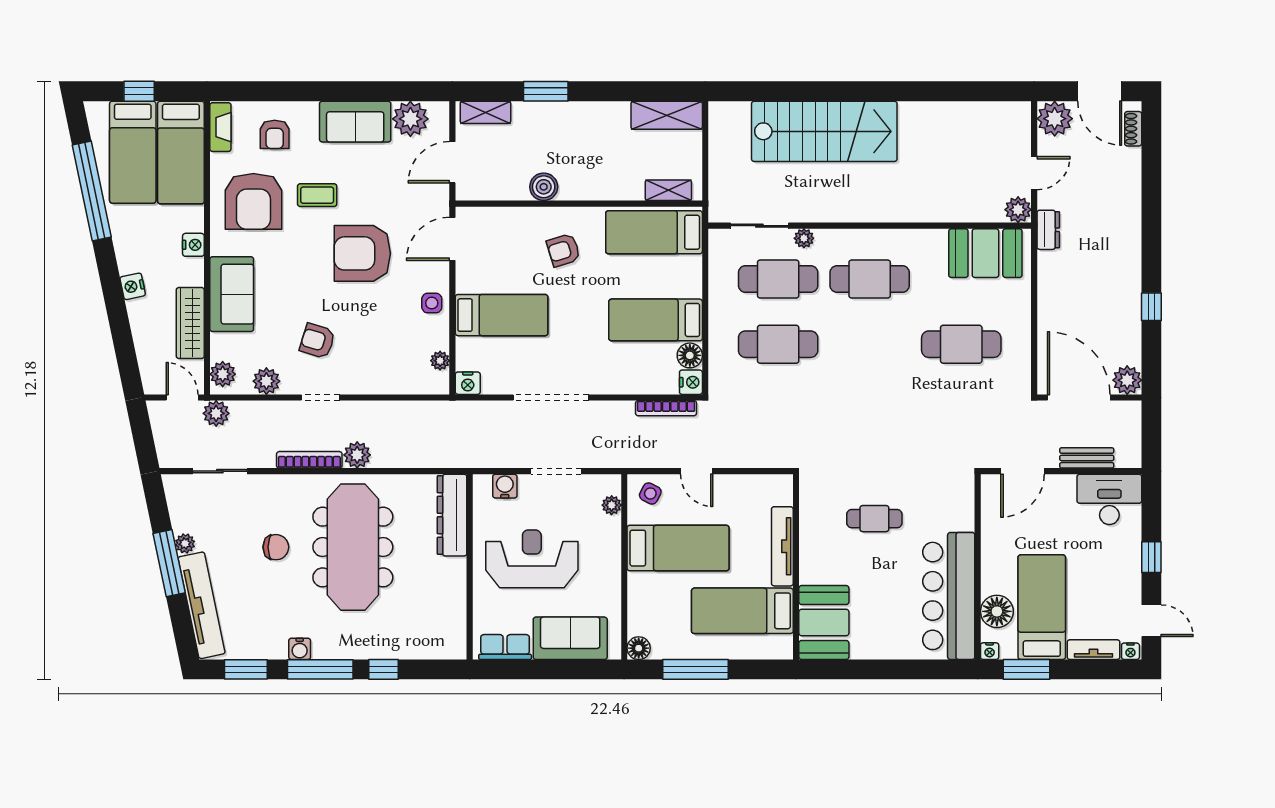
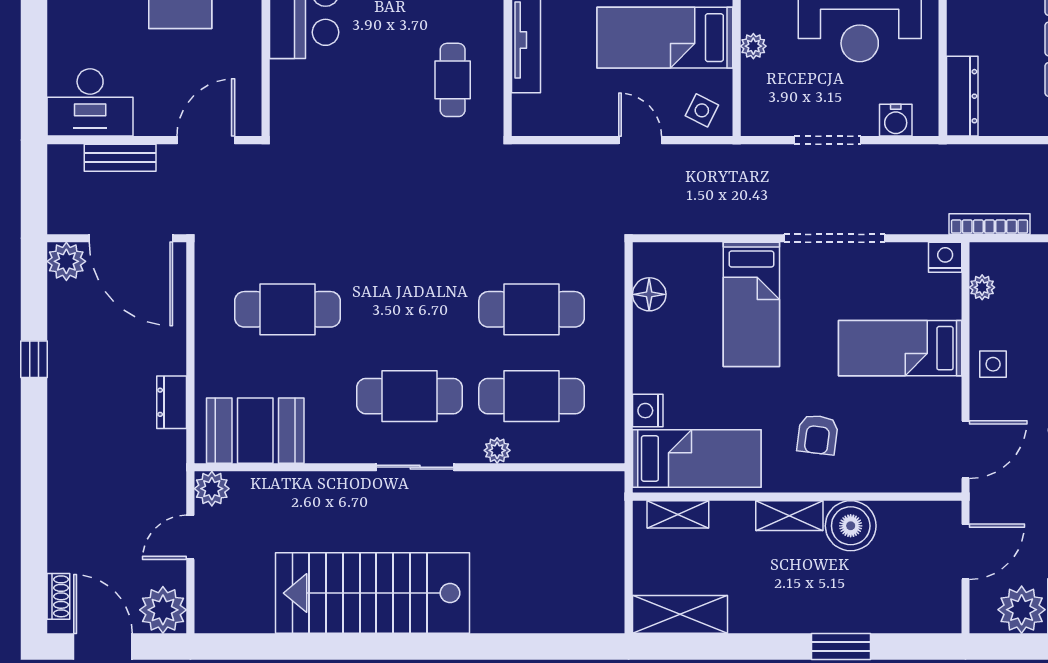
shelving: (485, 112) -> (789, 516), moved
stairs: (824, 131) -> (373, 593), moved
boiler: (544, 187) -> (851, 526), width x1.37, depth x1.37
sliding door: (759, 226) -> (415, 467), moved
dresser: (1048, 230) -> (172, 402), moved
armchair: (563, 250) -> (818, 435), turned 114
bed: (656, 320) -> (751, 304), moved, turned 90
nightstand: (691, 382) -> (648, 411), moved
bookcase: (666, 408) -> (989, 224), moved
plant: (612, 505) -> (753, 46), moved
dresser: (452, 515) -> (962, 96), width x0.73, depth x0.80
cafe table: (874, 519) -> (453, 80), moved, turned 90
window: (1151, 557) -> (34, 26), removed

